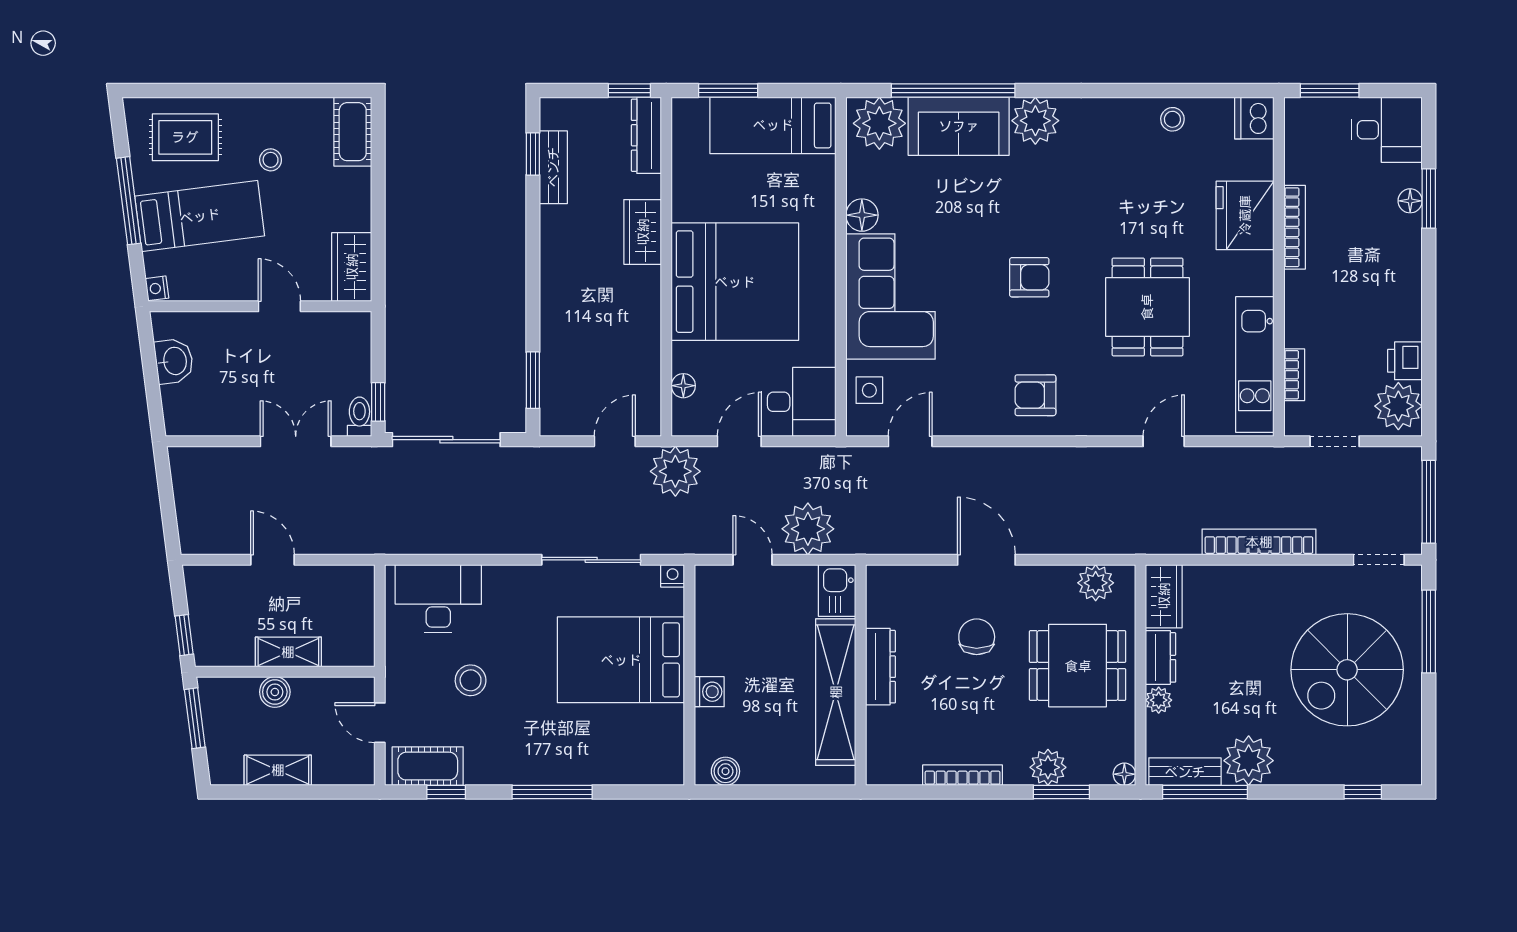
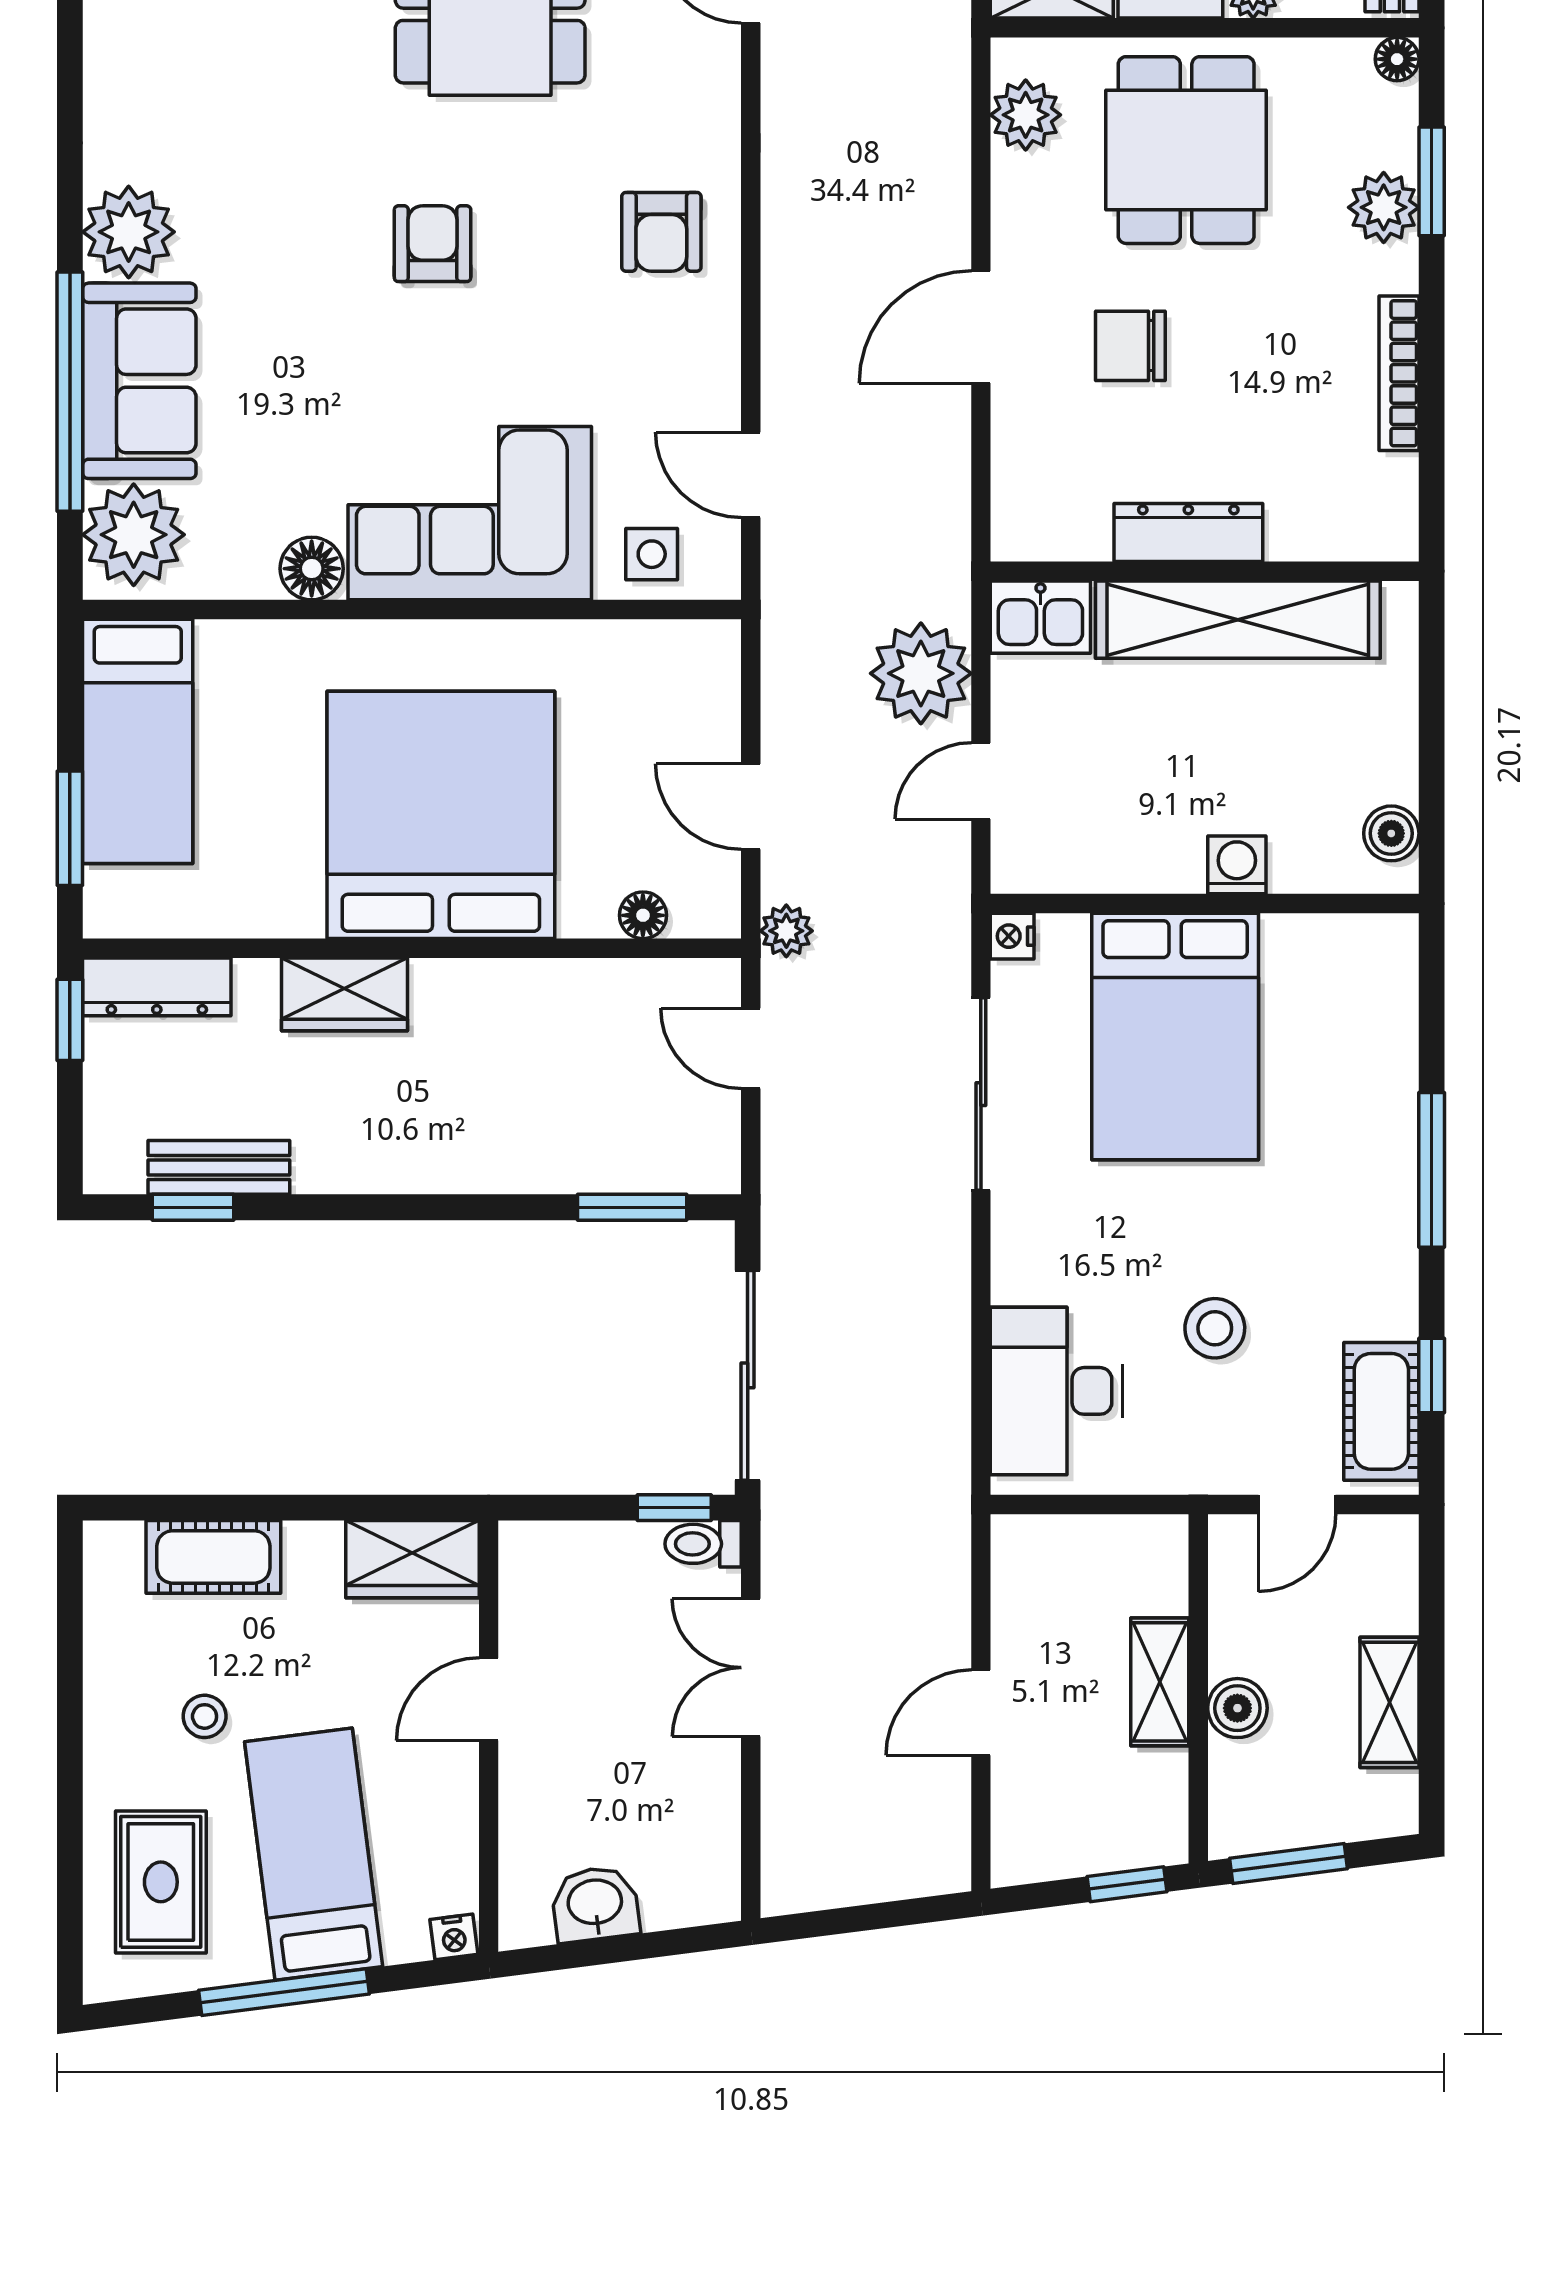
cot: (353, 132) -> (213, 1557), moved
desk: (799, 402) -> (674, 691), removed
plant: (675, 471) -> (786, 931), width x0.53, depth x0.53

